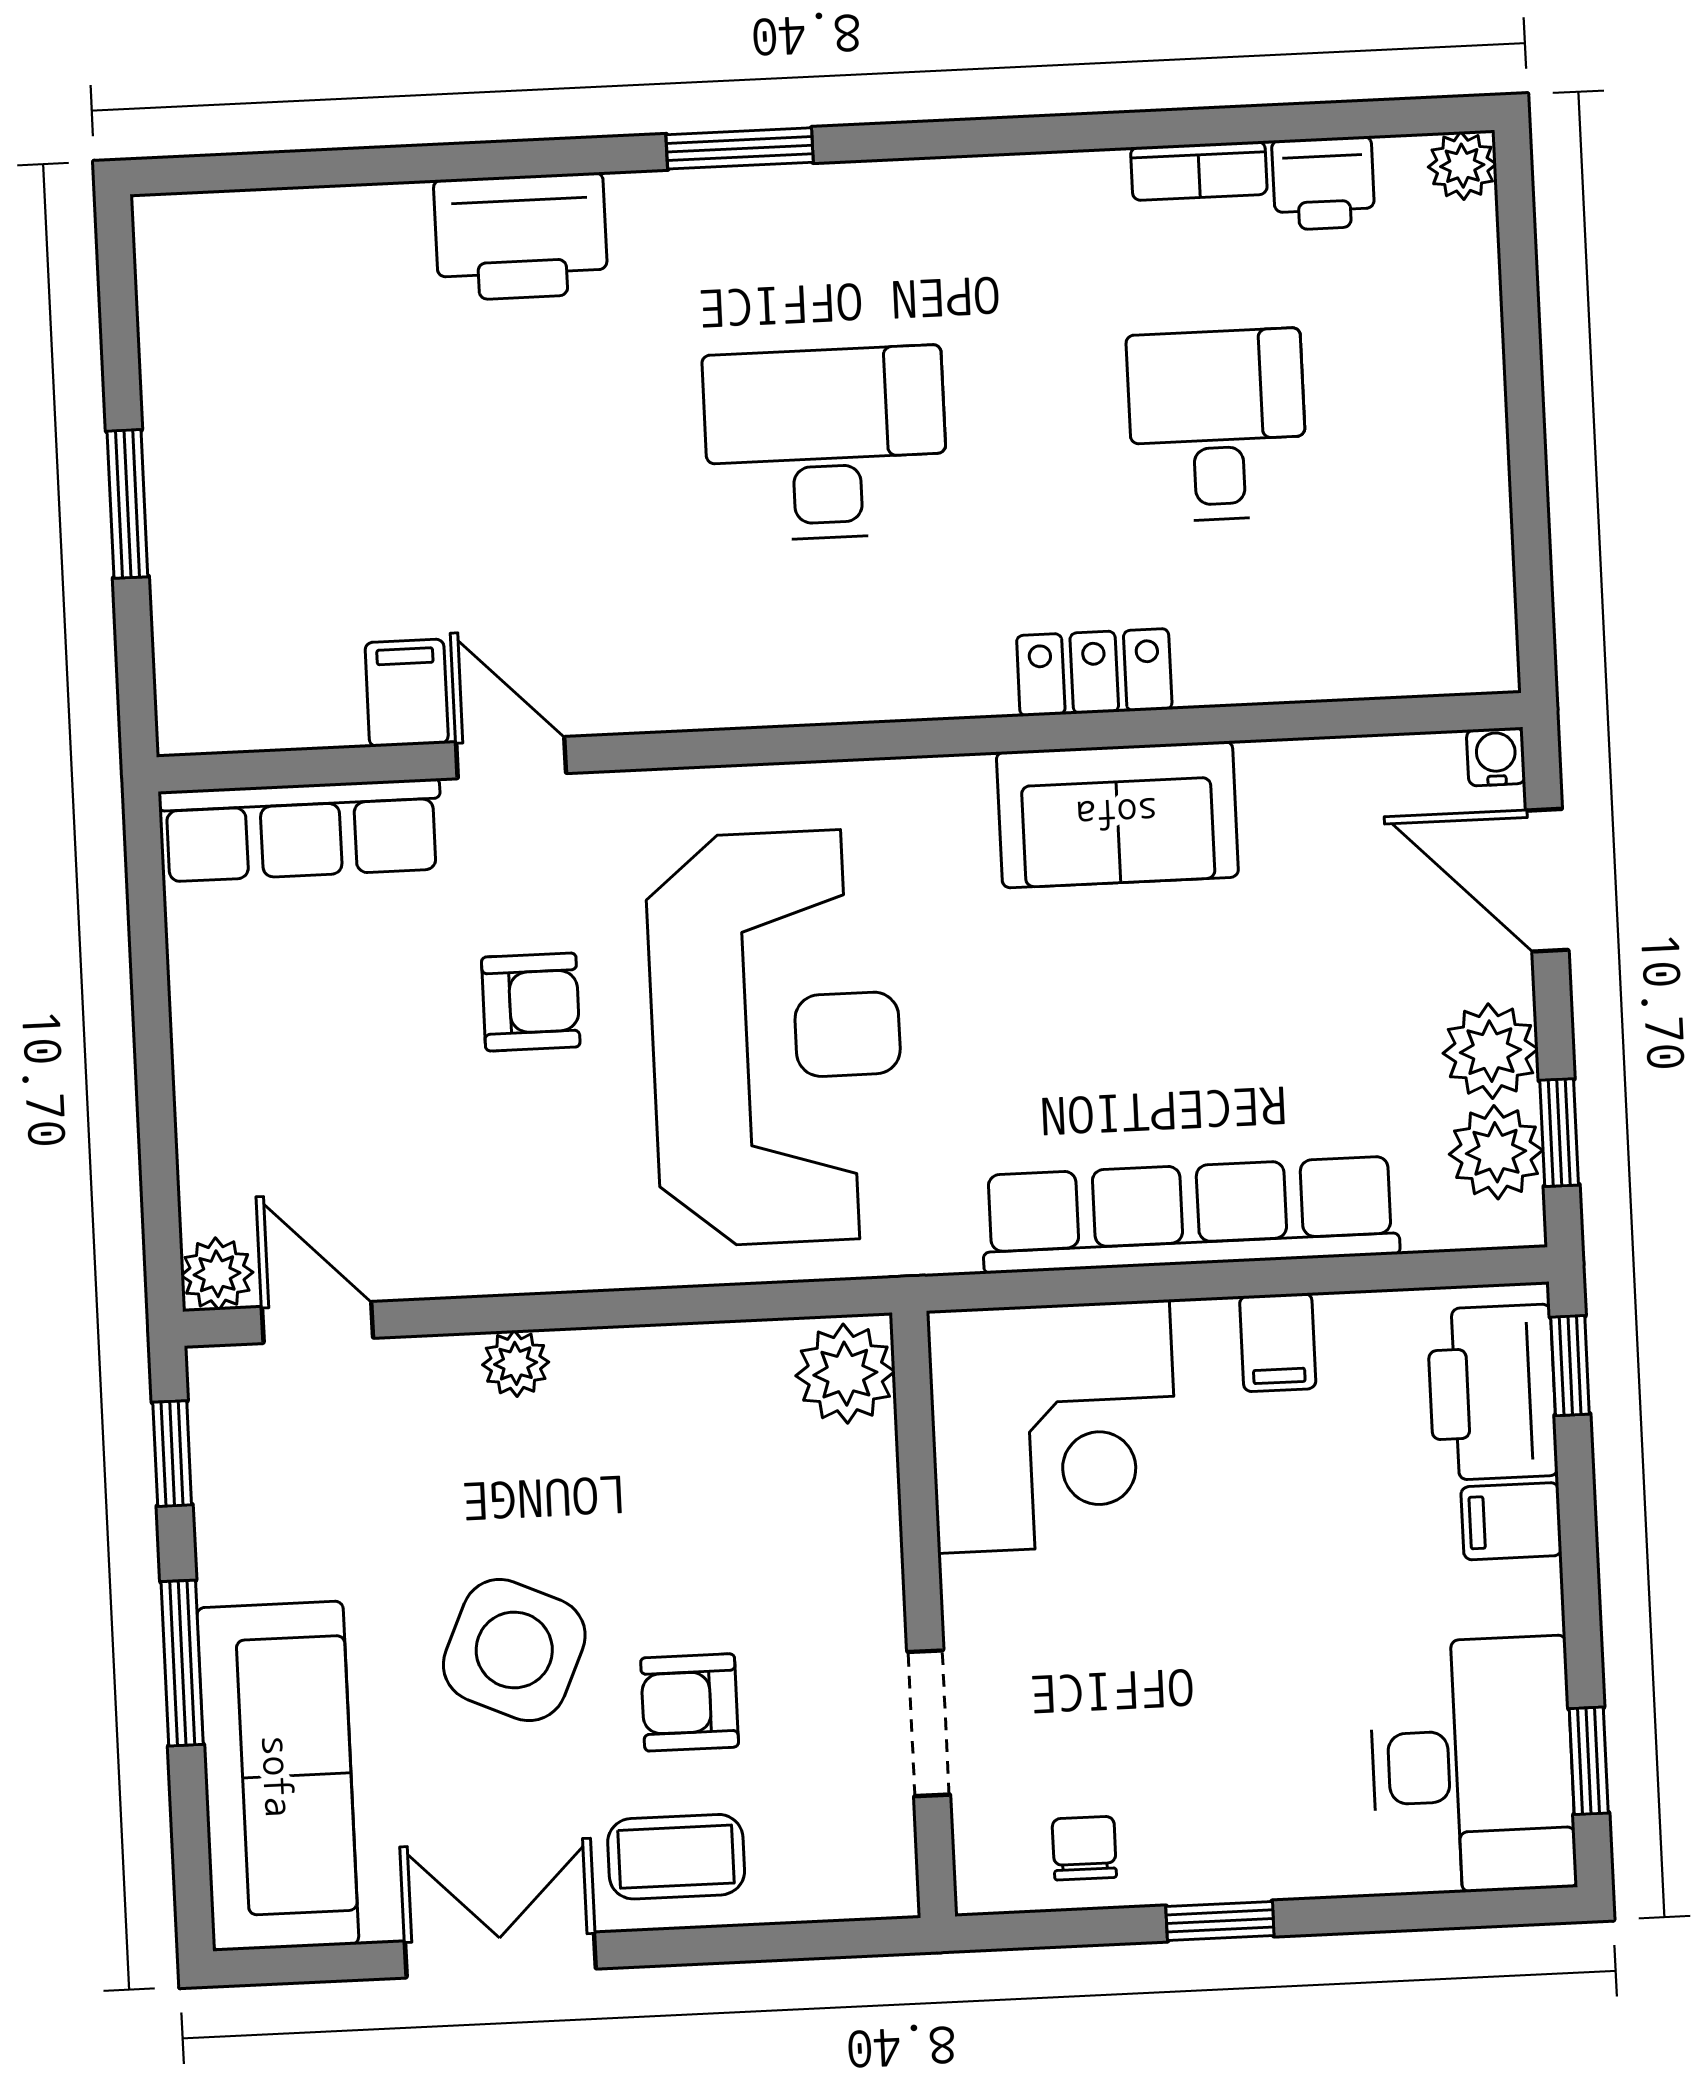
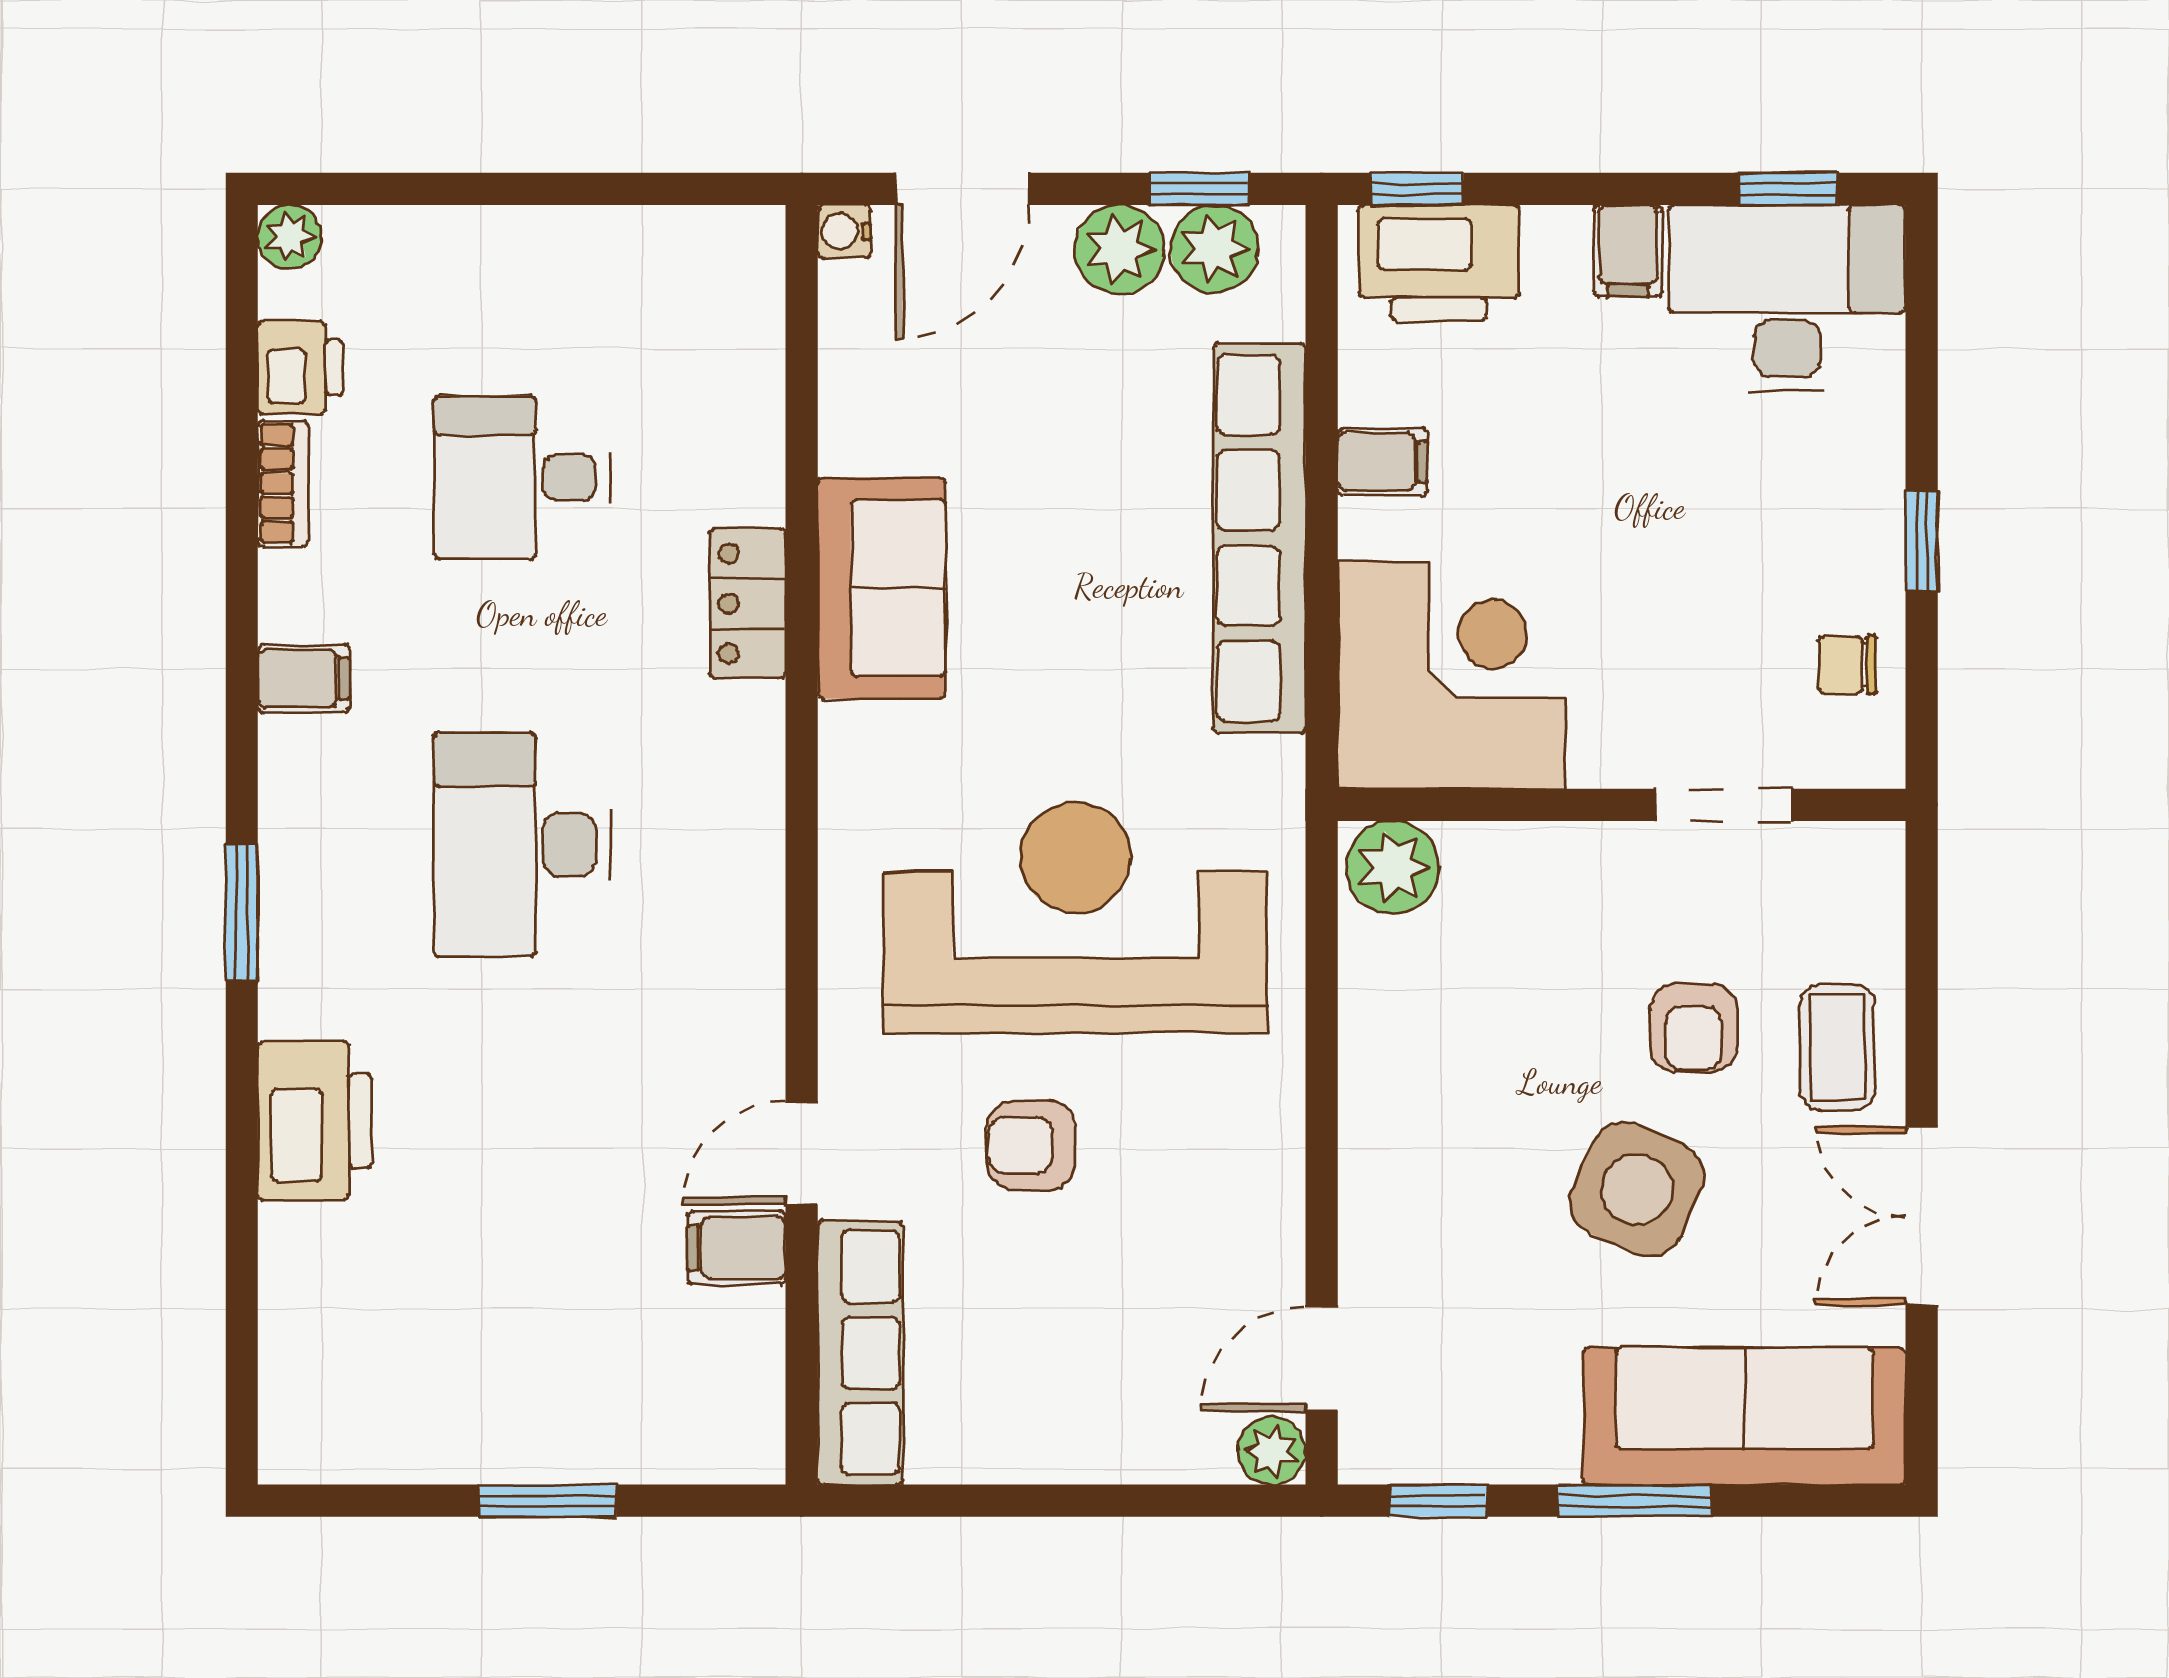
filing cabinet: (992, 203) -> (304, 678), added
armchair: (531, 1002) -> (1031, 1145), turned -90
plant: (516, 1363) -> (1369, 1175), removed
filing cabinet: (1511, 1521) -> (1628, 251), moved

